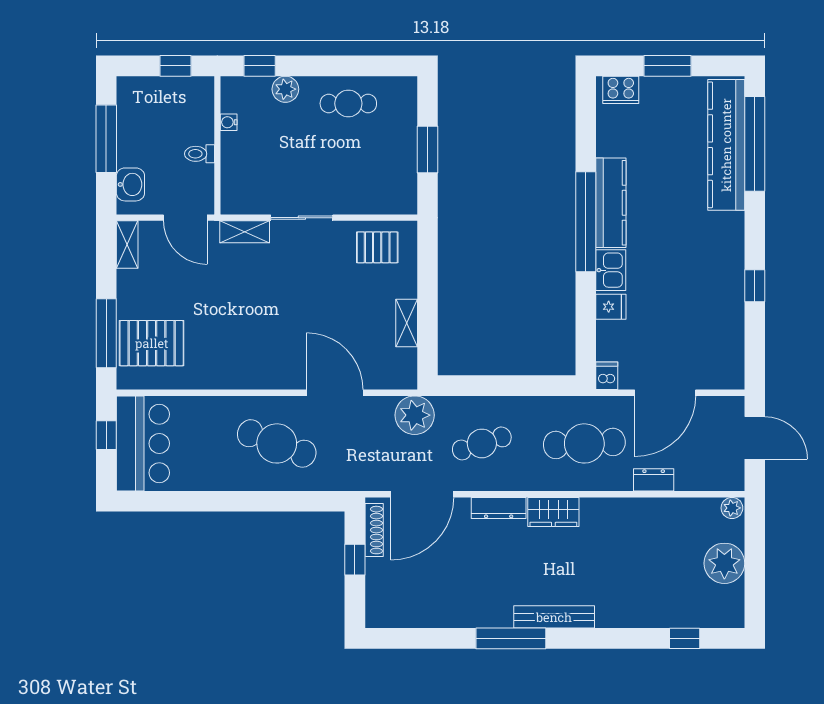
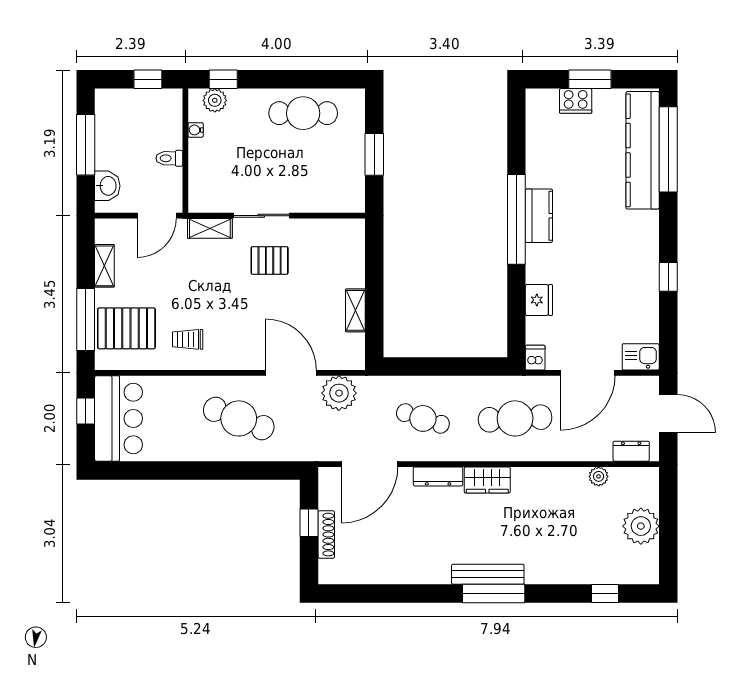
plant: (285, 89) -> (215, 100), moved
cooker: (621, 90) -> (576, 101), moved
cafe table: (348, 103) -> (303, 113), width x1.37, depth x1.35
kitchen counter: (611, 203) -> (539, 216), width x0.67
door: (185, 218) -> (157, 216), hinge flipped
shelving: (127, 245) -> (104, 266), moved
pallet: (377, 247) -> (270, 260), moved
kitchen sink: (611, 270) -> (641, 357), moved, turned -90
fridge: (611, 307) -> (539, 300), width x1.38
trolley: (220, 355) -> (188, 339), added
plant: (415, 415) -> (339, 393), moved
cafe table: (482, 443) -> (423, 418), turned 36
dresser: (654, 480) -> (631, 451), moved
plant: (732, 508) -> (599, 476), moved
shoe rack: (374, 530) -> (326, 535), moved
window: (511, 638) -> (494, 594), moved

